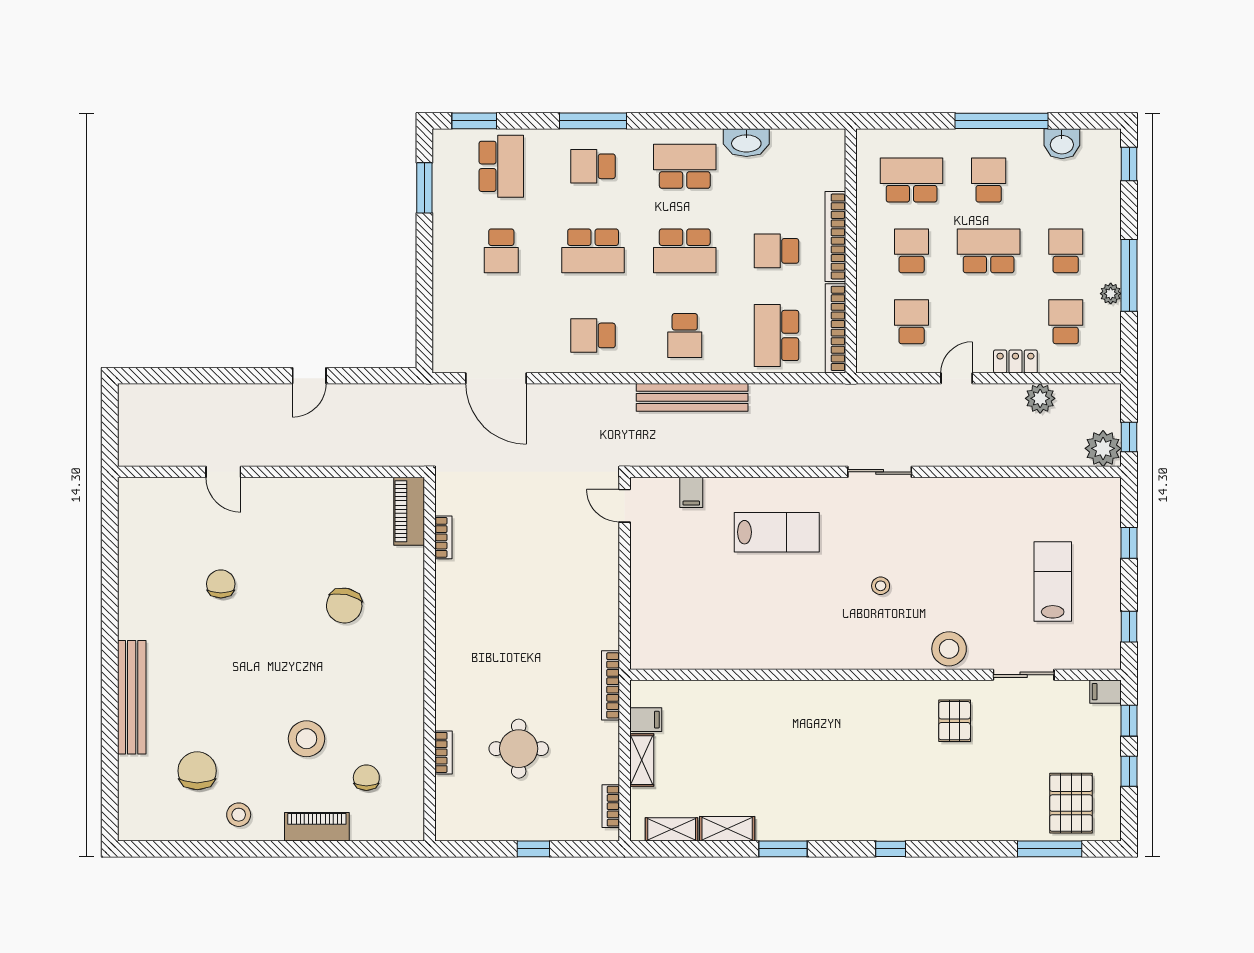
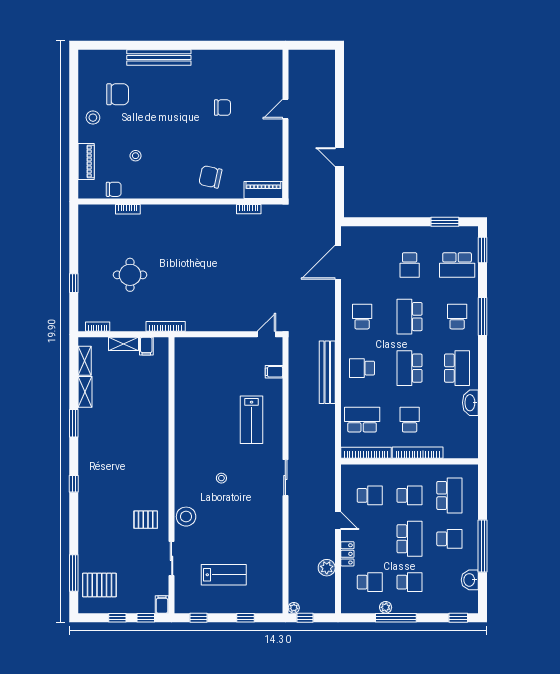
school desk: (501, 251) -> (410, 265), turned -90
plant: (1103, 448) -> (294, 608), width x0.53, depth x0.53
piano: (409, 511) -> (263, 190), moved
bookcase: (443, 537) -> (249, 209), moved
wall: (430, 659) -> (180, 201), moved
stool: (307, 739) -> (136, 156), width x0.53, depth x0.53
bookcase: (443, 752) -> (128, 209), moved

